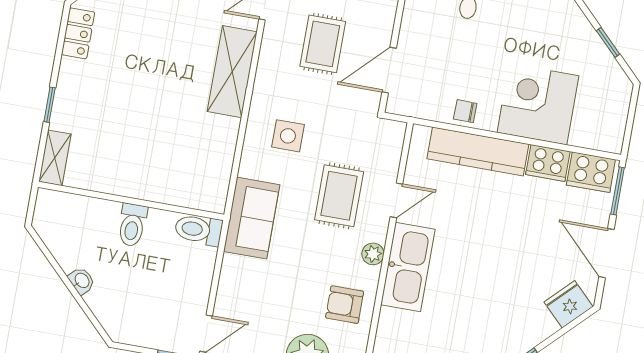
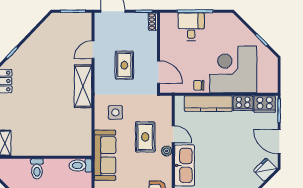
door: (389, 70) -> (159, 72), swing flipped
corner desk: (538, 104) -> (233, 69), width x1.36, depth x1.36
door: (396, 200) -> (173, 134), hinge flipped
sofa: (252, 218) -> (105, 155), width x1.36
toilet: (132, 225) -> (37, 169), moved
plant: (373, 254) -> (167, 151), moved

